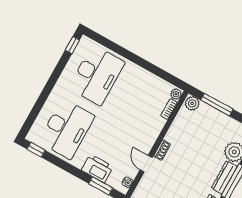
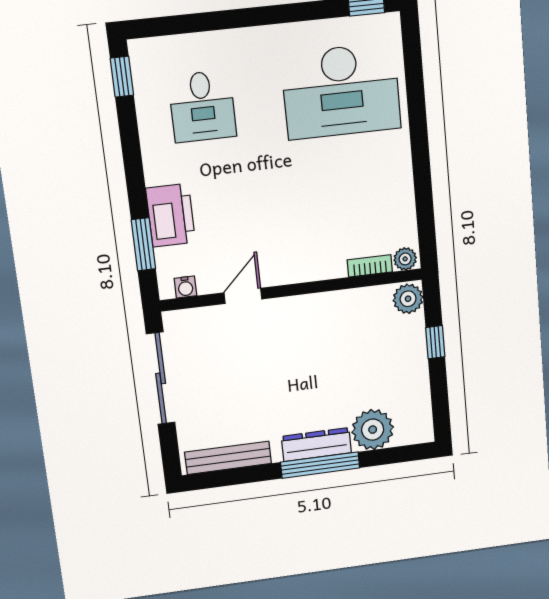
window: (217, 105) -> (435, 342), width x0.46
desk: (66, 129) -> (202, 106), width x0.53, depth x0.77
shoe rack: (162, 150) -> (288, 306), removed

